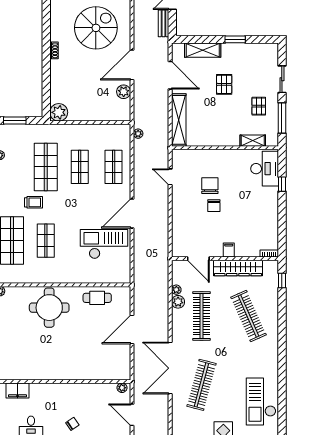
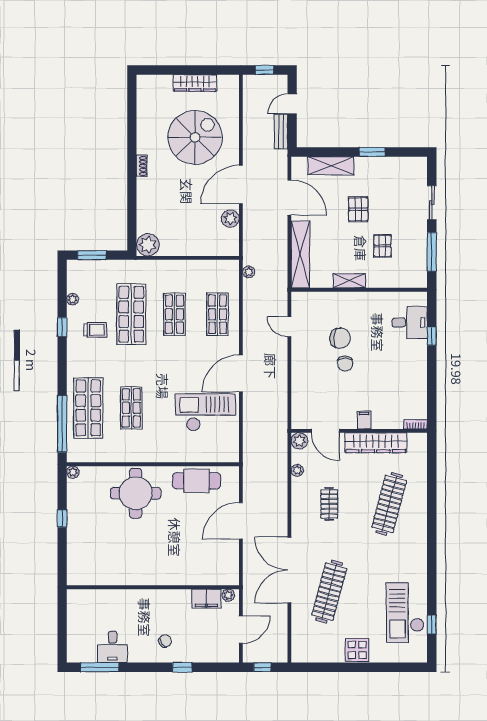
pallet: (259, 106) -> (382, 246), moved
shelving: (253, 141) -> (349, 281), moved
desk: (265, 169) -> (410, 323), width x0.73
chair: (210, 186) -> (340, 338), turned 92
trolley: (34, 202) -> (95, 330), moved
window: (282, 280) -> (432, 625), moved
cafe table: (97, 298) -> (197, 481), width x1.37, depth x1.35
plant: (178, 302) -> (299, 441), moved
clothes rail: (201, 316) -> (329, 504), width x0.54, depth x0.76
clothes rail: (249, 316) -> (389, 504), turned 39
filing cabinet: (17, 390) -> (206, 599), moved
door: (132, 415) -> (241, 630), swing flipped

